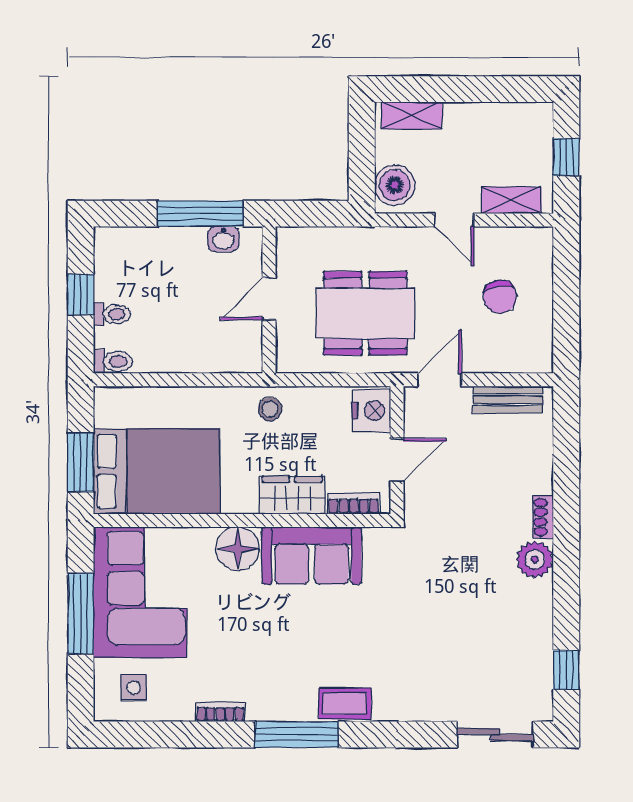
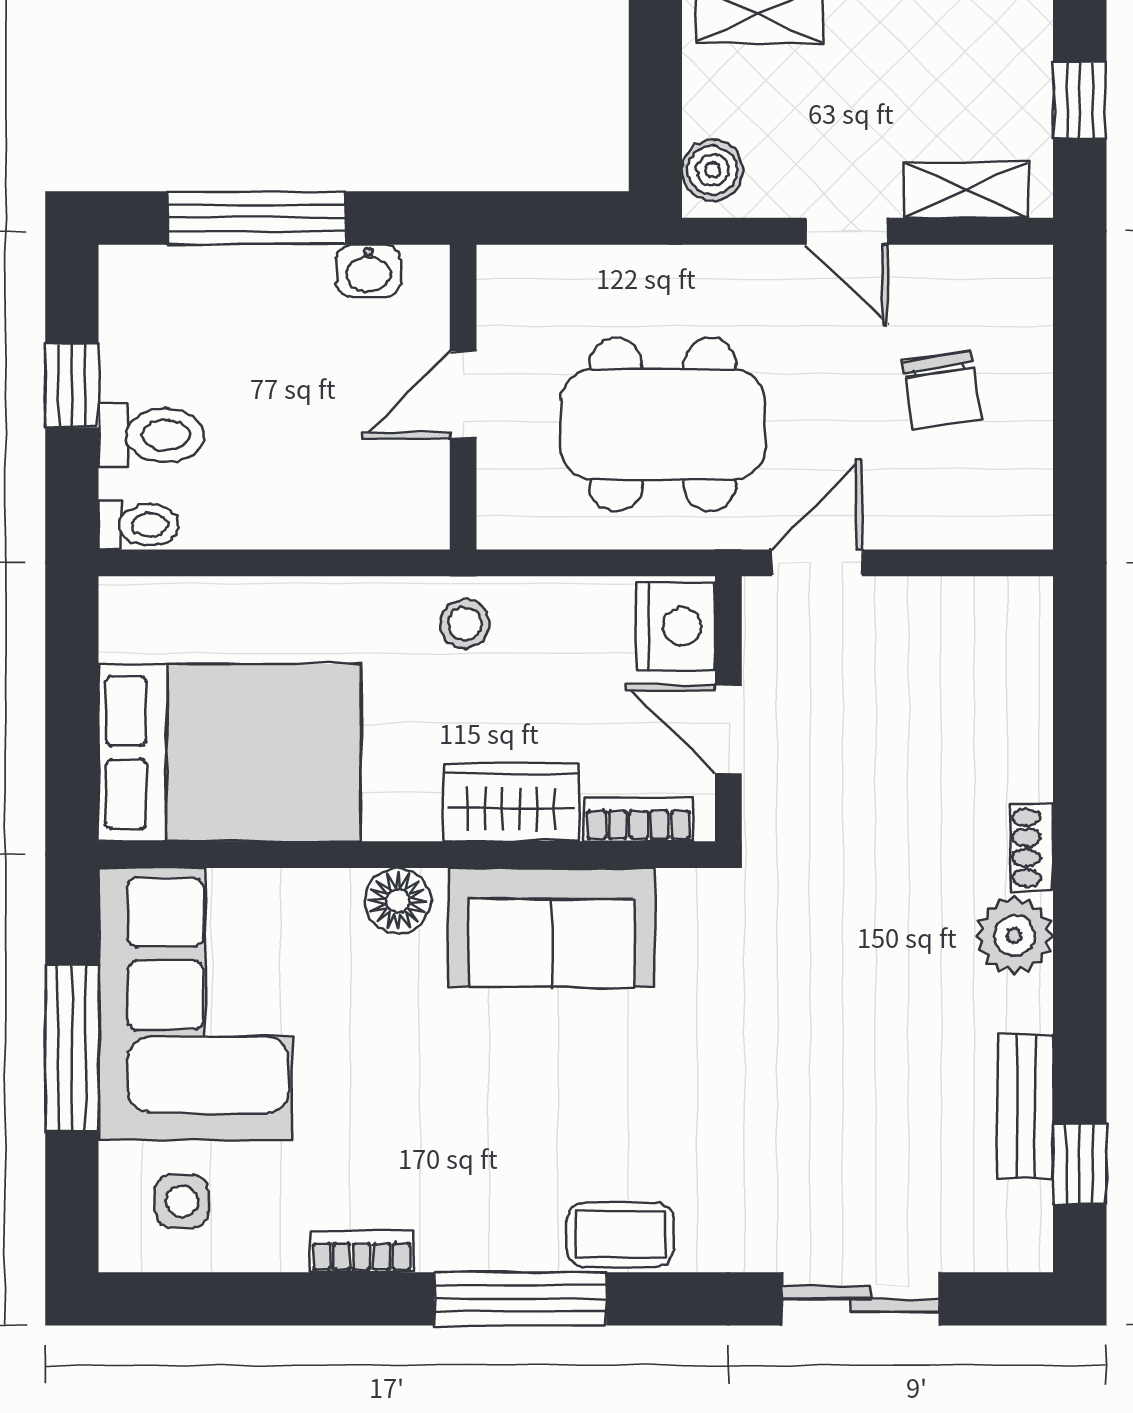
boiler: (395, 185) -> (713, 170), width x0.73, depth x0.73
window: (200, 214) -> (256, 218), moved
toilet: (112, 314) -> (151, 435), width x1.37, depth x1.39
bench: (508, 400) -> (1026, 1107), moved, turned 90
door: (397, 460) -> (728, 729), swing flipped
window: (81, 463) -> (72, 734), removed
floor lamp: (238, 549) -> (398, 901), width x0.73, depth x0.73
sliding door: (495, 734) -> (861, 1299), moved

